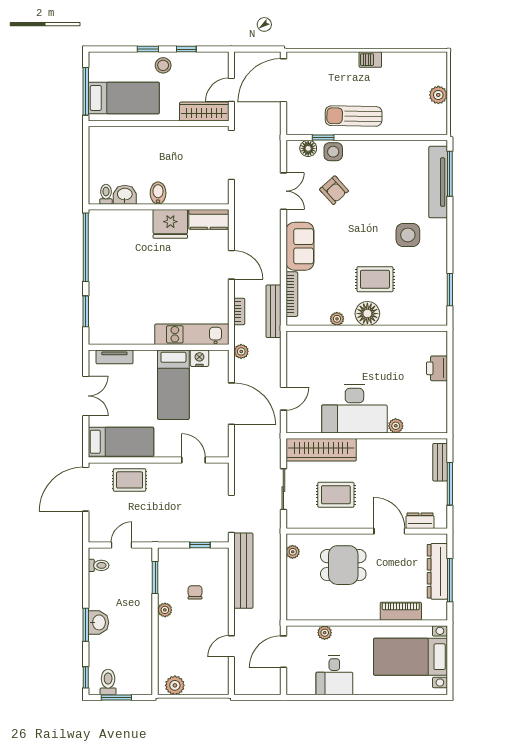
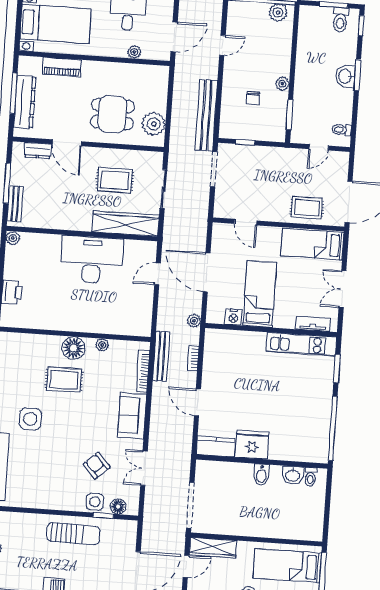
kitchen unit: (192, 334) -> (301, 344), moved
plant: (396, 426) -> (13, 238), moved
plant: (293, 552) -> (154, 124), width x1.88, depth x1.88

